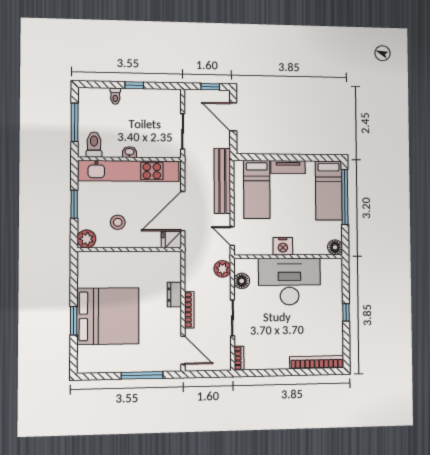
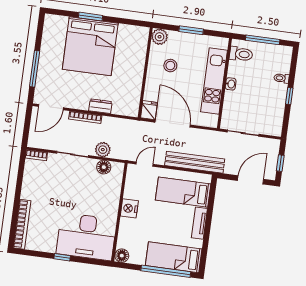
kitchen unit: (129, 171) -> (214, 81), width x0.73
plant: (222, 269) -> (103, 150), moved
desk: (290, 281) -> (86, 237), moved, turned 90

